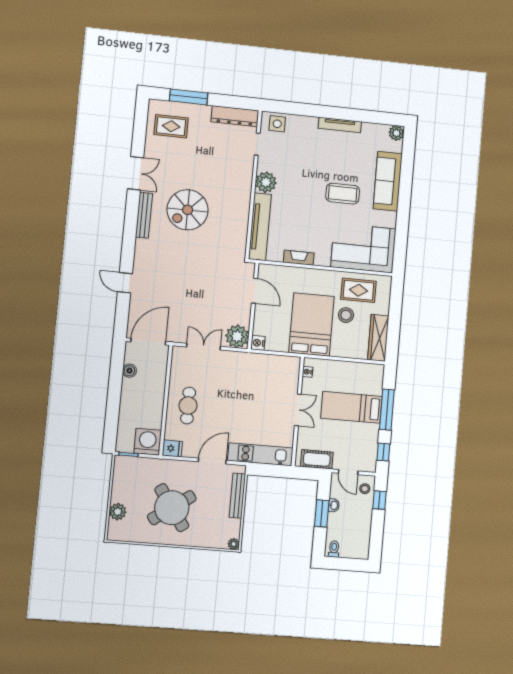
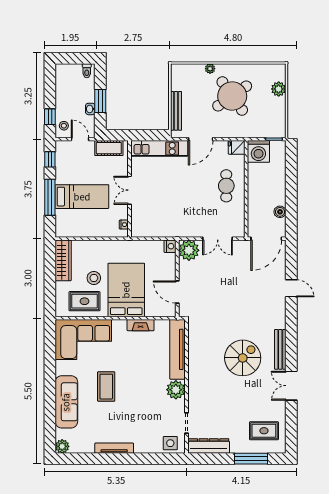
coffee table: (343, 194) -> (106, 387), turned 90
bed: (311, 324) -> (126, 290), moved, turned 180
plant: (234, 544) -> (210, 69), moved

